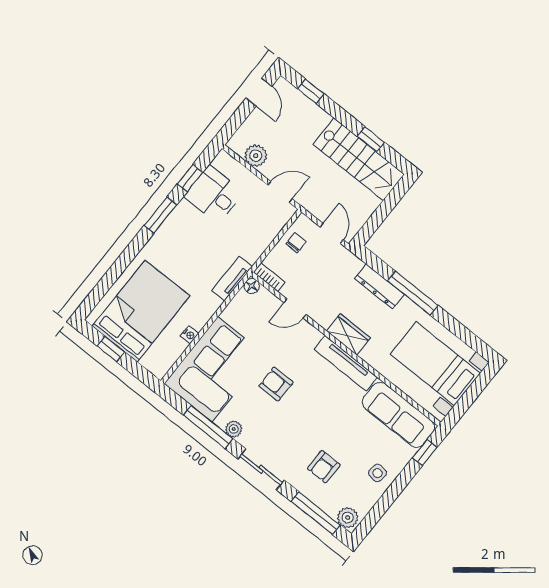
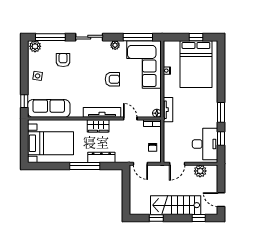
stairs: (359, 159) -> (176, 205), moved
desk: (214, 194) -> (205, 144), width x1.37
door: (295, 309) -> (130, 119), hinge flipped
tv unit: (346, 363) -> (102, 112), moved
window: (208, 427) -> (138, 37), moved

